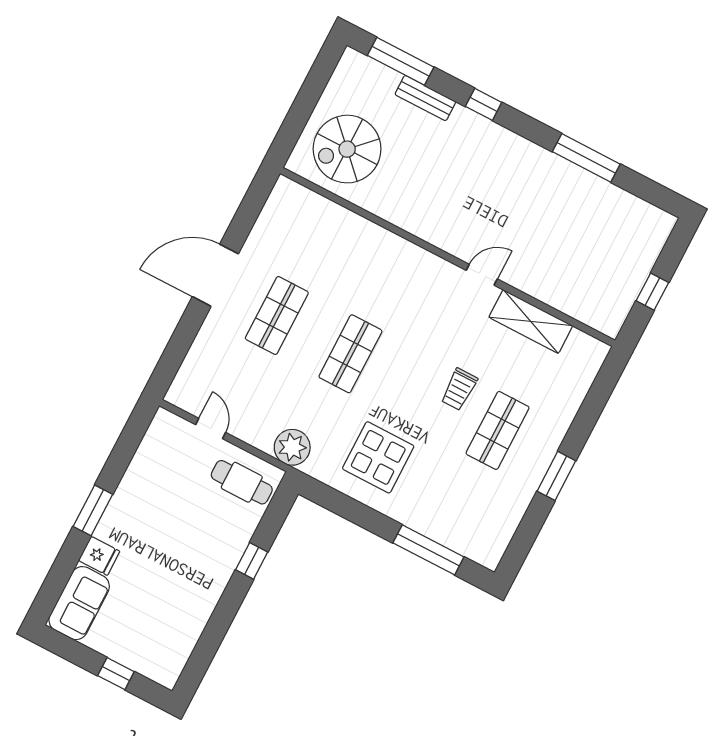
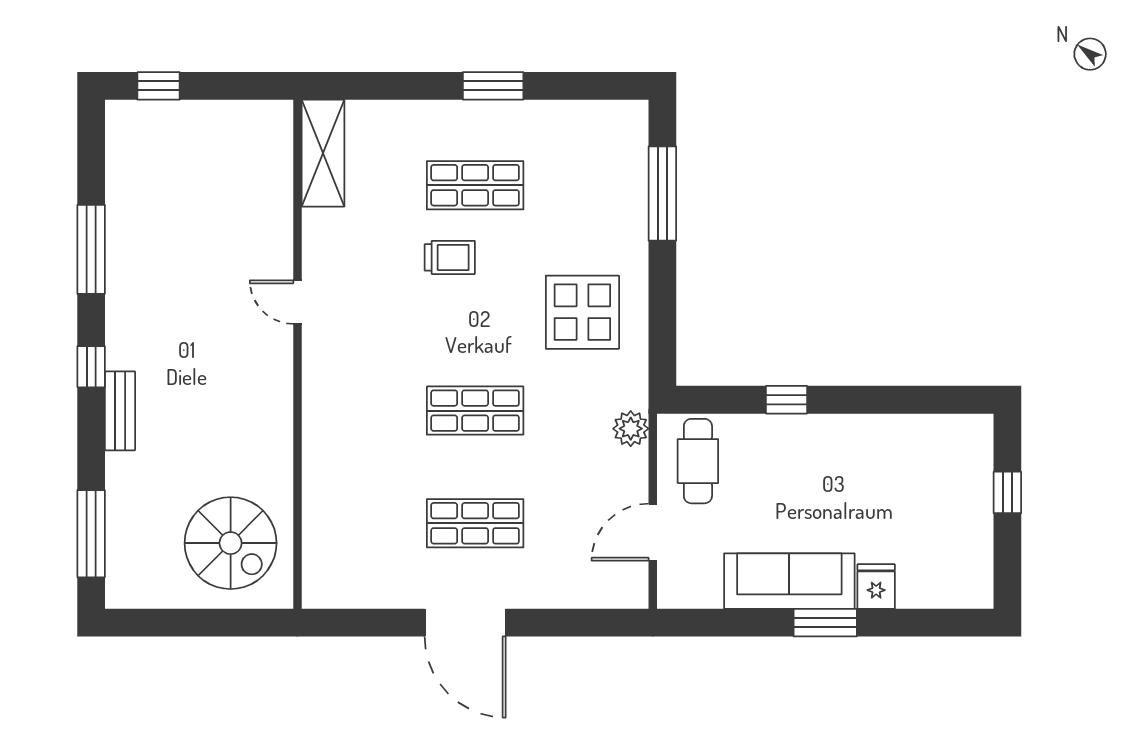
bench: (425, 98) -> (120, 411), moved
window: (484, 104) -> (91, 367), moved
window: (652, 292) -> (159, 86), moved
shelving: (531, 321) -> (323, 153), moved
door: (211, 428) -> (653, 532), width x1.37
plant: (292, 447) -> (631, 429), width x0.73, depth x0.73
sofa: (79, 603) -> (789, 581), moved, width x1.36

